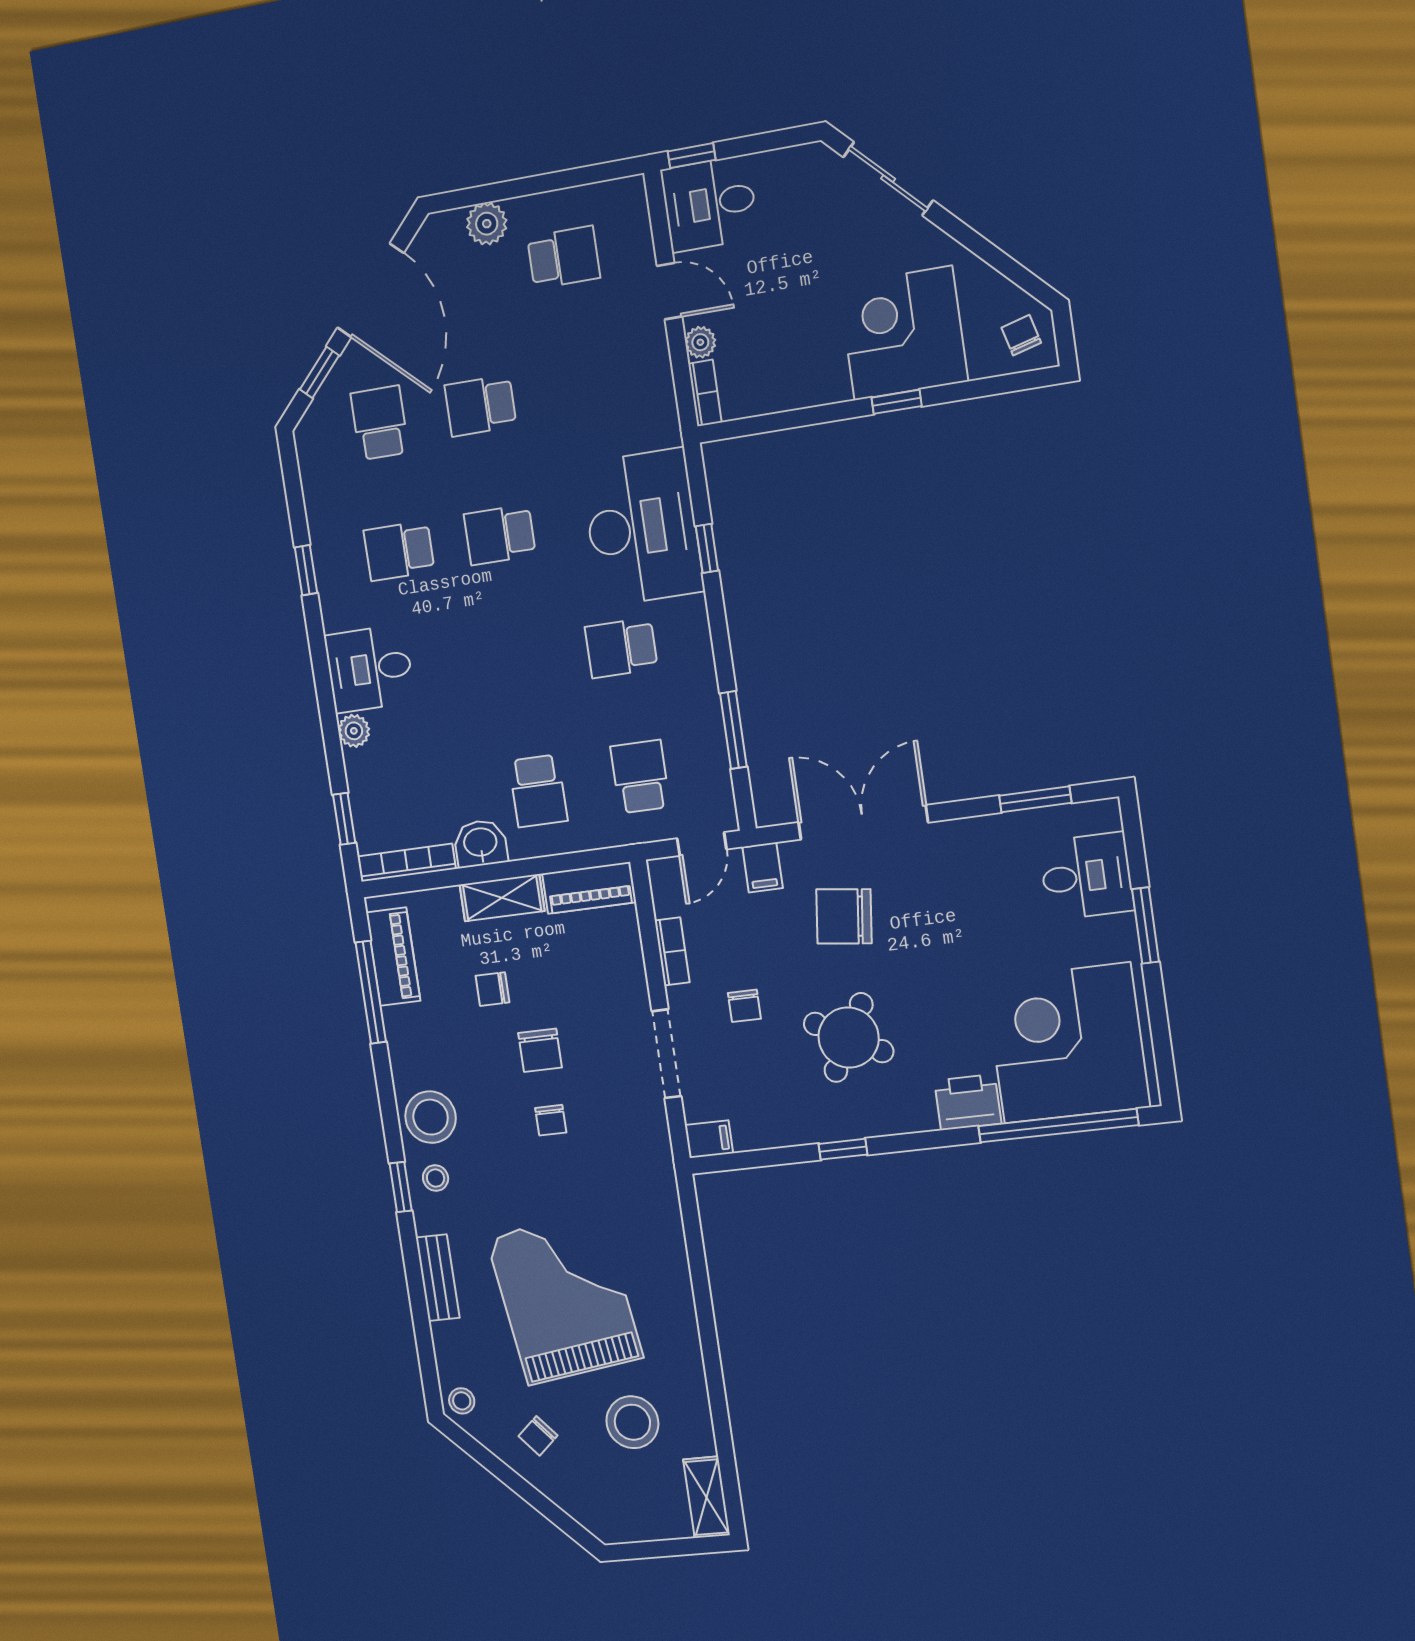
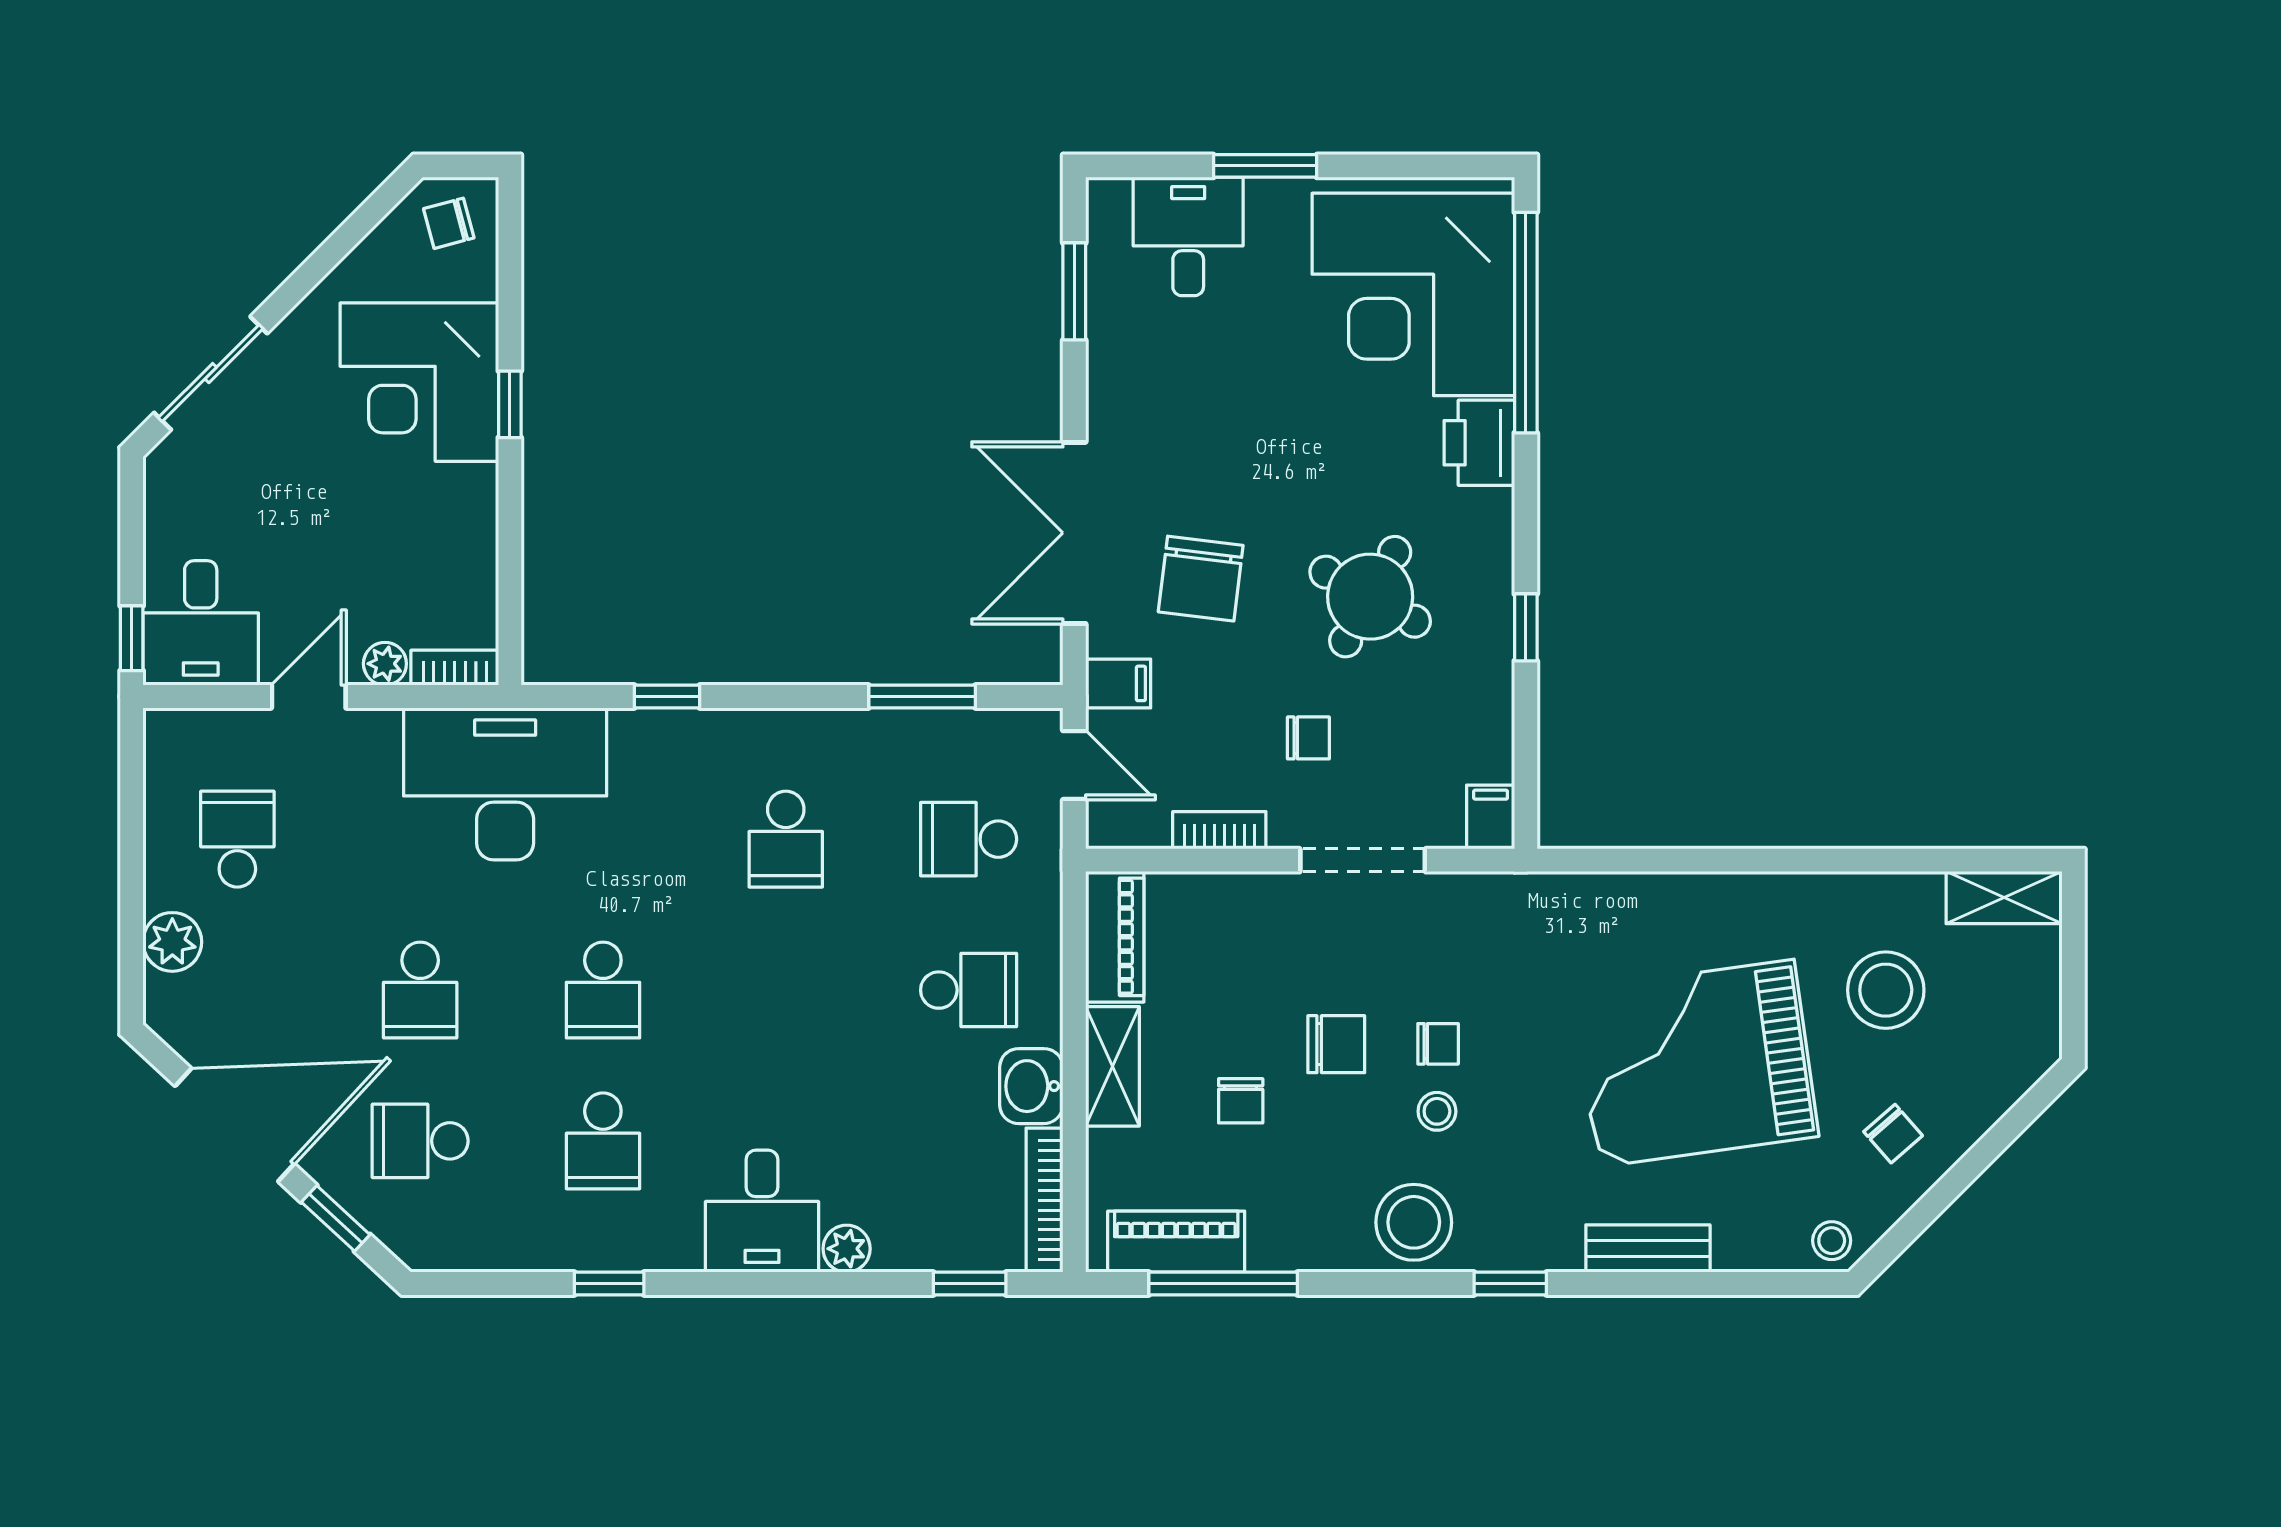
desk: (642, 527) -> (505, 784), moved
stool: (436, 1178) -> (1437, 1111), moved

